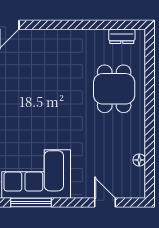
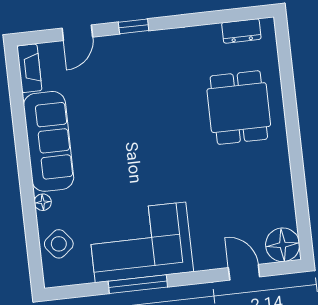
window: (48, 25) -> (134, 26), added
floor lamp: (139, 160) -> (283, 245), moved, width x1.89, depth x1.89

